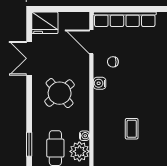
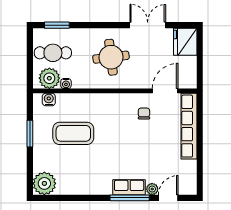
water cooler: (100, 83) -> (49, 99), moved
round table: (60, 93) -> (111, 57), turned 34
coffee table: (132, 129) -> (73, 133), width x1.86, depth x1.72

